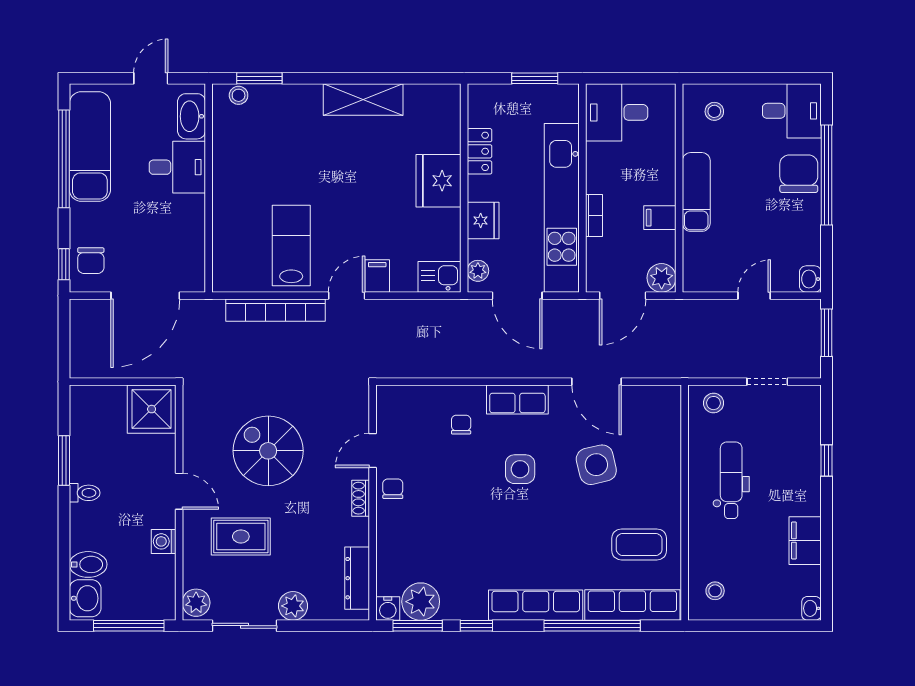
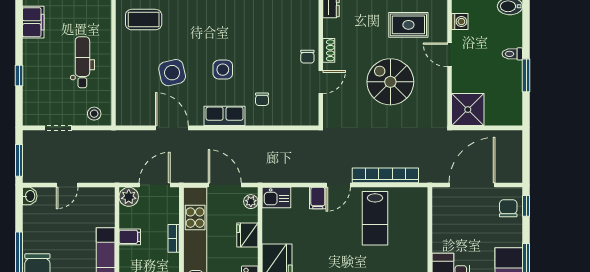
spiral stairs: (268, 451) -> (390, 82), turned 180
dental chair: (731, 480) -> (82, 62), turned 180

